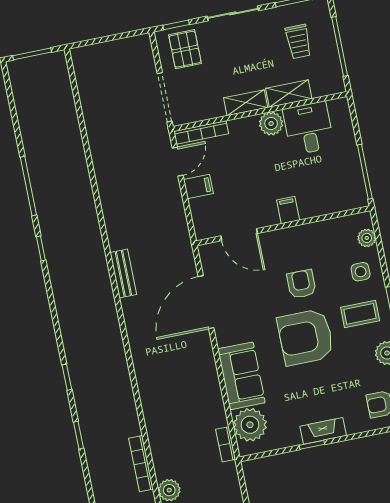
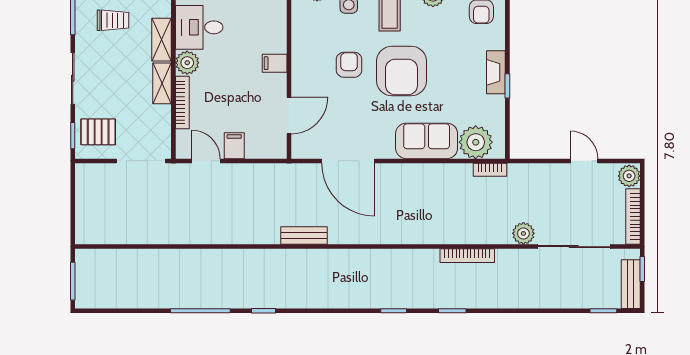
bookcase: (201, 132) -> (182, 103), moved
armchair: (301, 284) -> (349, 65), turned 90
bookcase: (141, 464) -> (467, 256), moved

